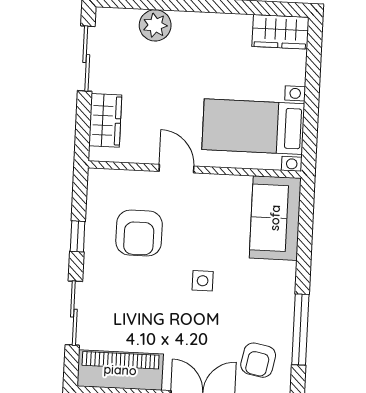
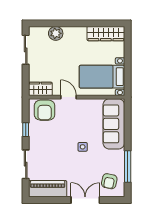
wardrobe: (280, 32) -> (106, 34), width x1.50
wardrobe: (105, 120) -> (40, 89), moved, turned -90
sofa: (275, 218) -> (114, 124), width x1.36
armchair: (139, 233) -> (45, 110), moved

